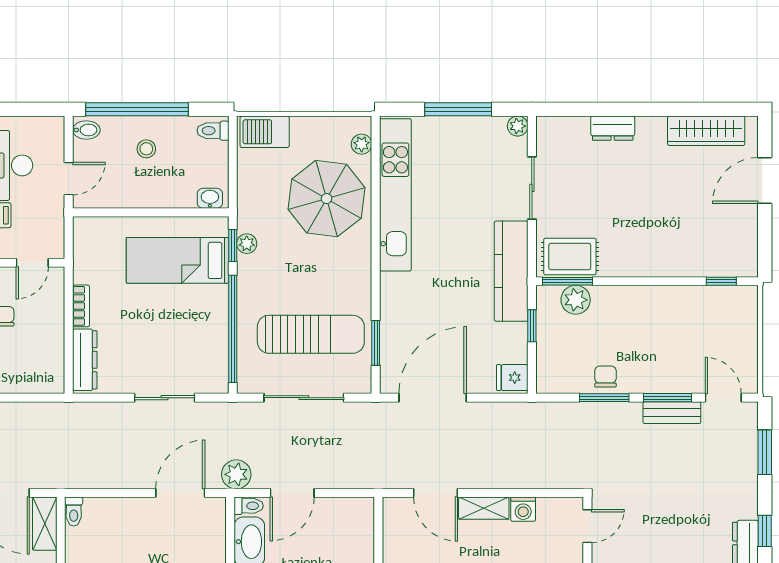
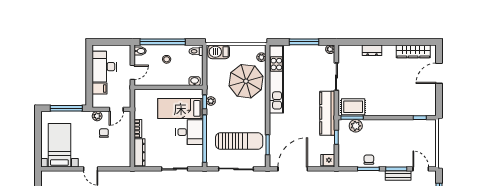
desk: (198, 314) -> (189, 132), added

